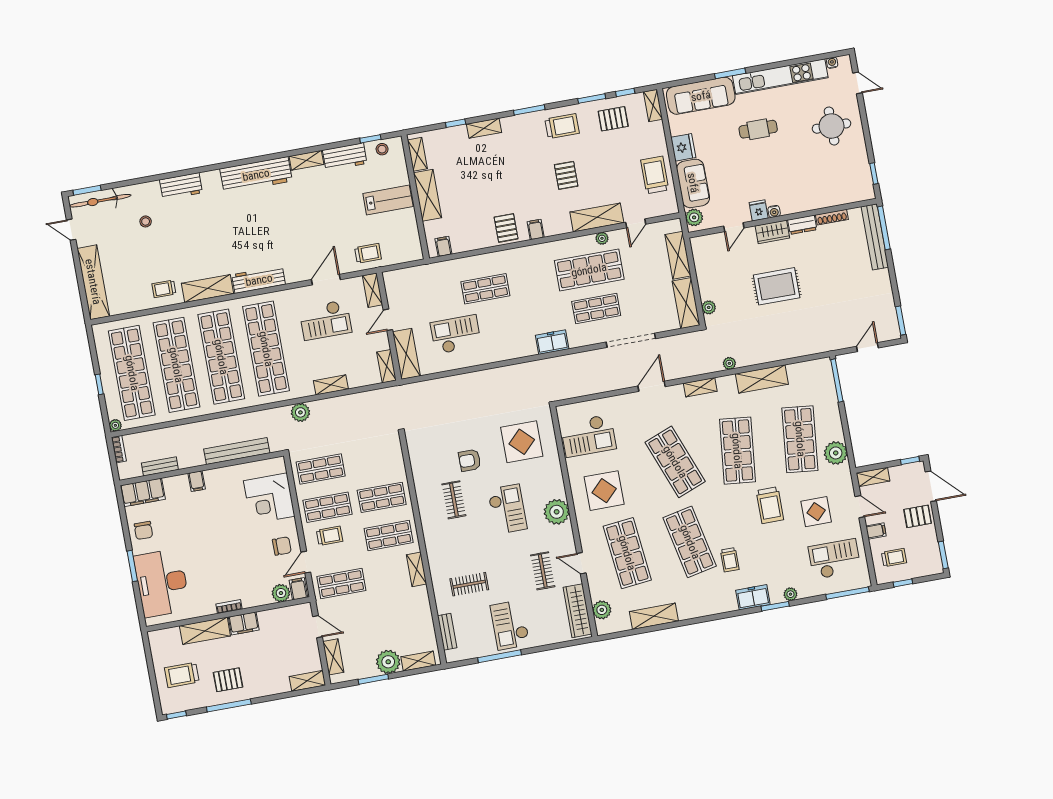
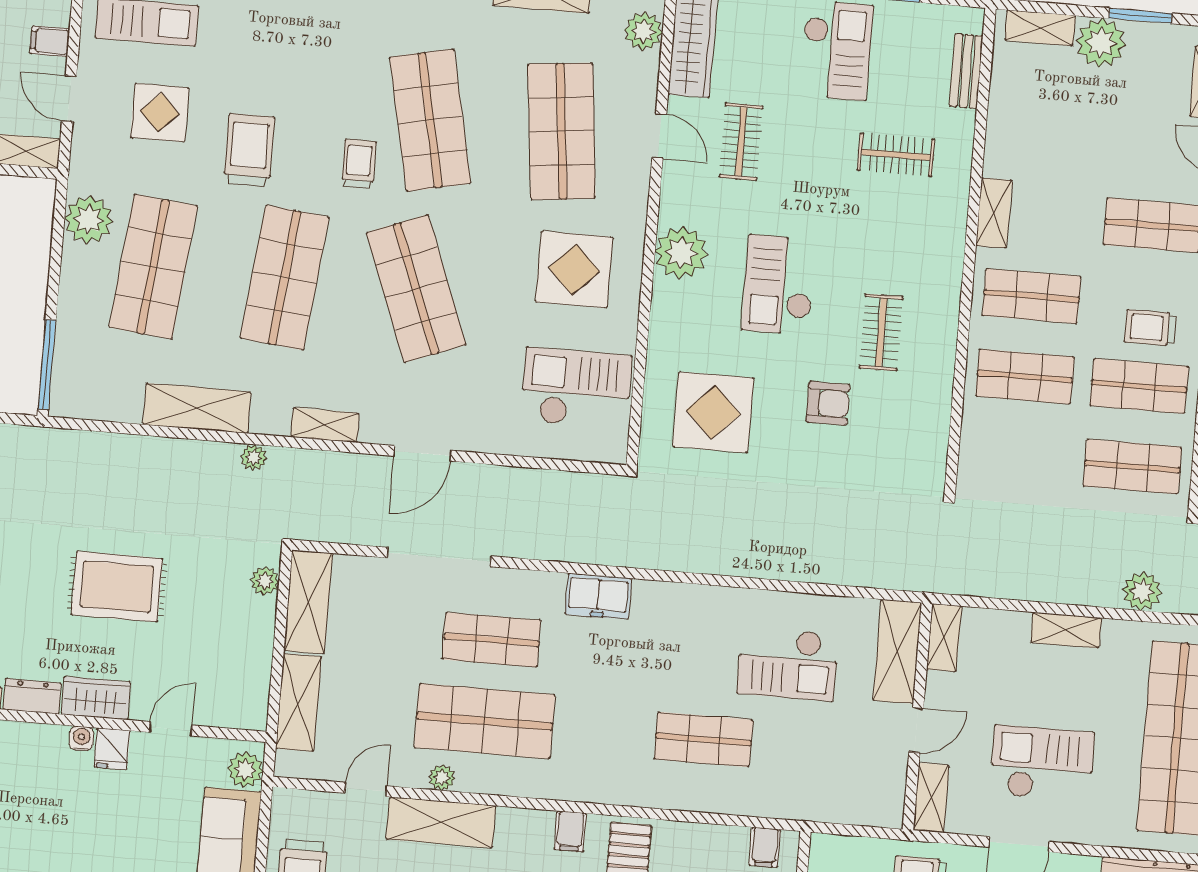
trolley: (730, 560) -> (359, 164), moved

